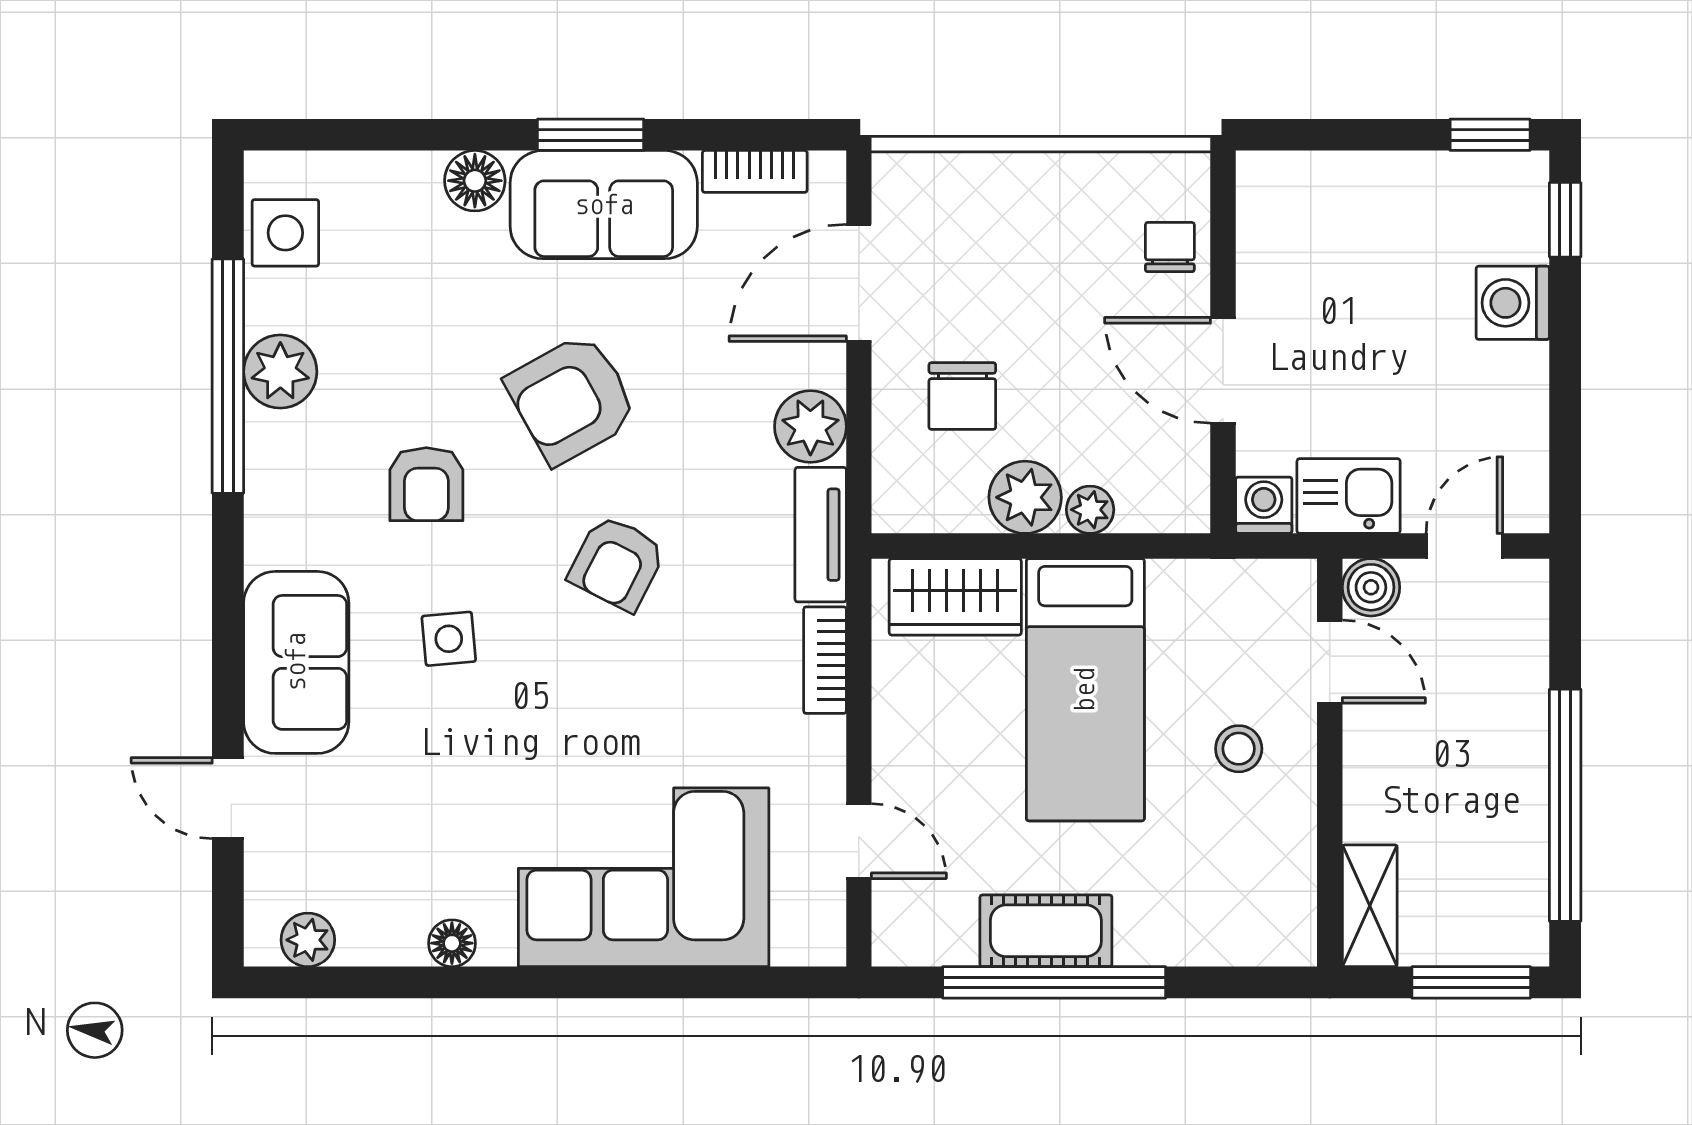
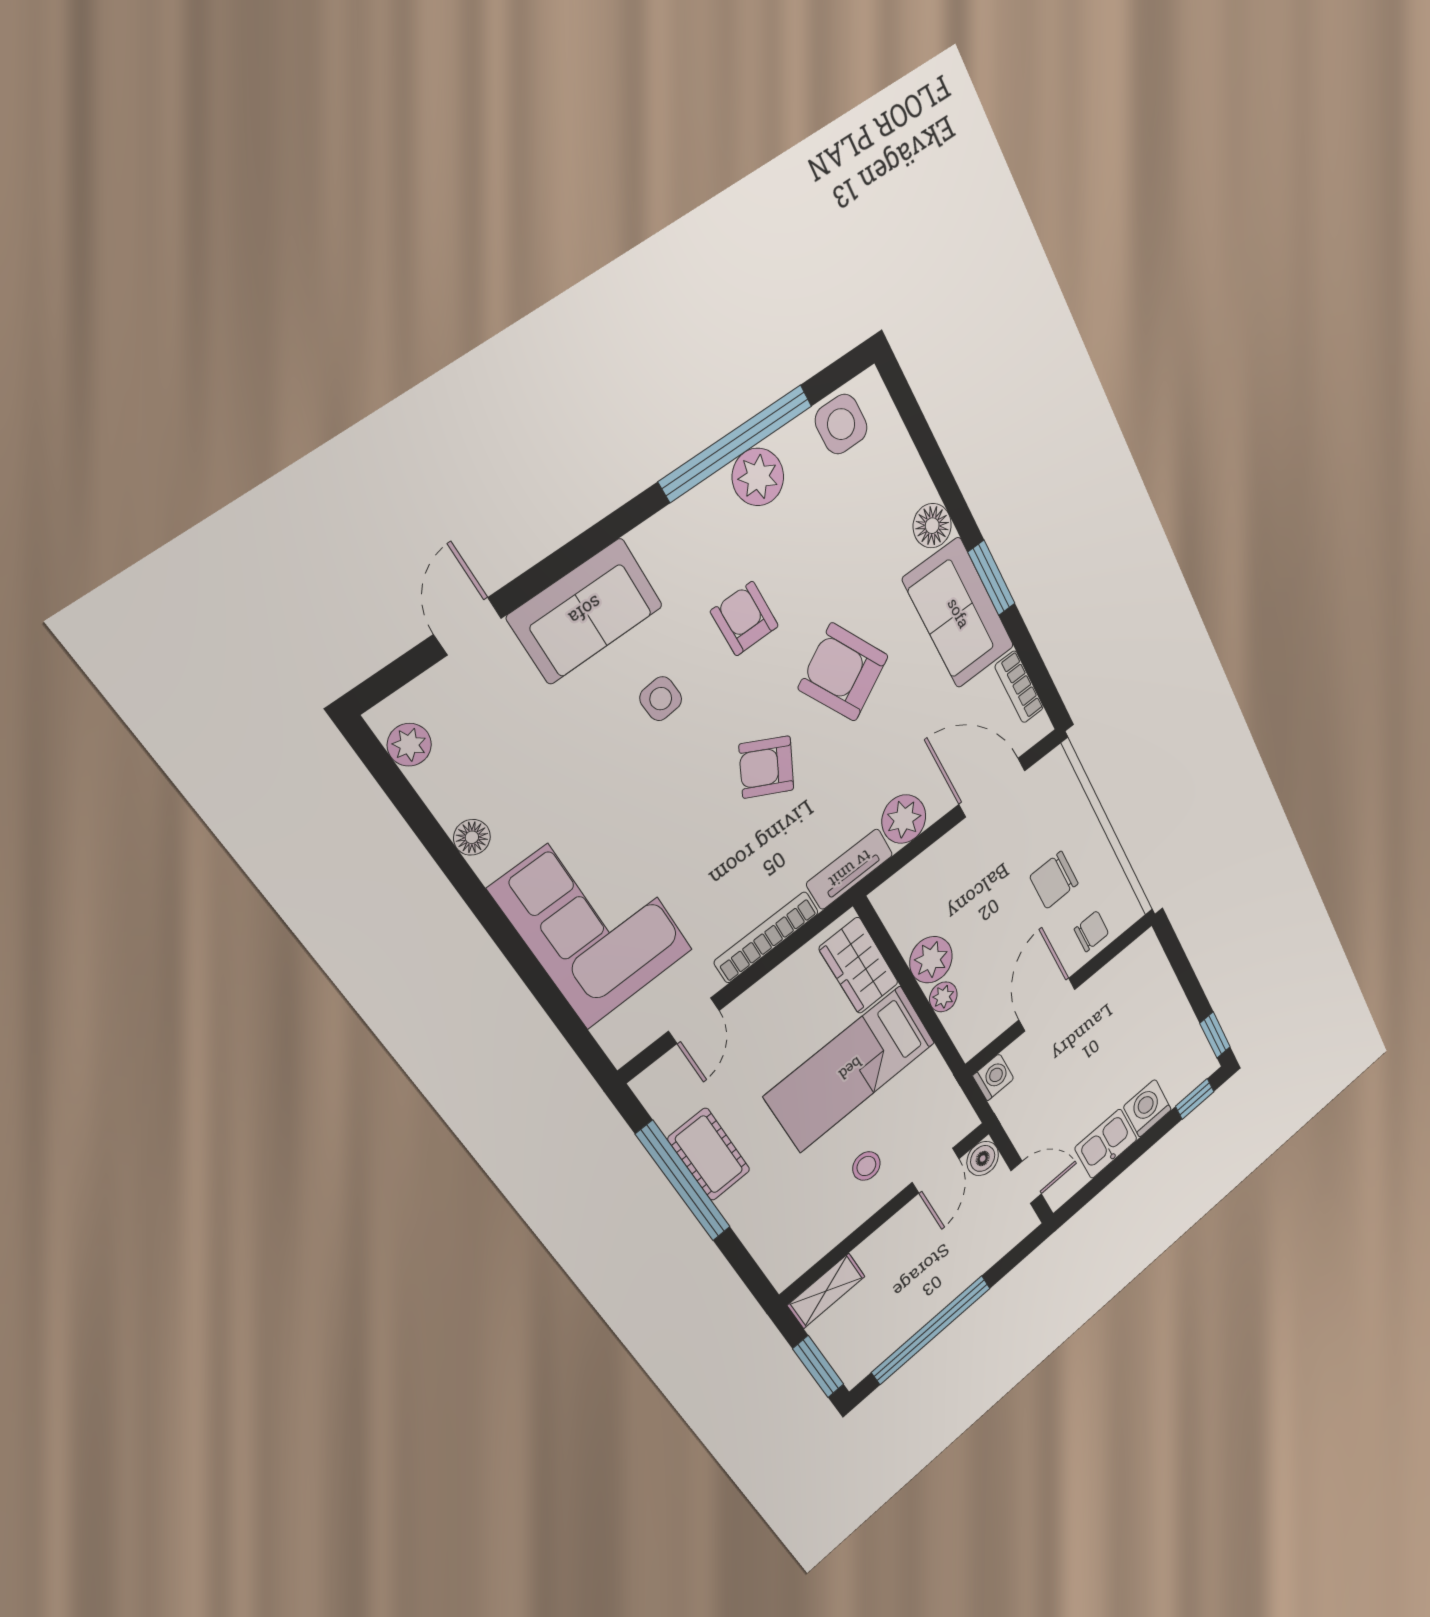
chair: (962, 396) -> (1054, 880), moved
armchair: (426, 484) -> (744, 619), turned 90
kitchen sink: (1349, 496) -> (1106, 1144), moved, turned -90
bookcase: (825, 660) -> (766, 937), width x1.56

